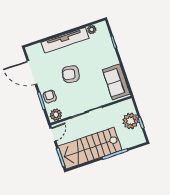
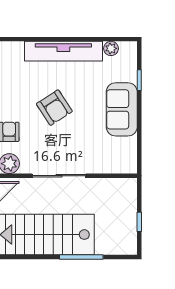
armchair: (71, 74) -> (54, 108), turned -132
sofa: (116, 82) -> (122, 109), moved
plant: (131, 121) -> (124, 213), removed

